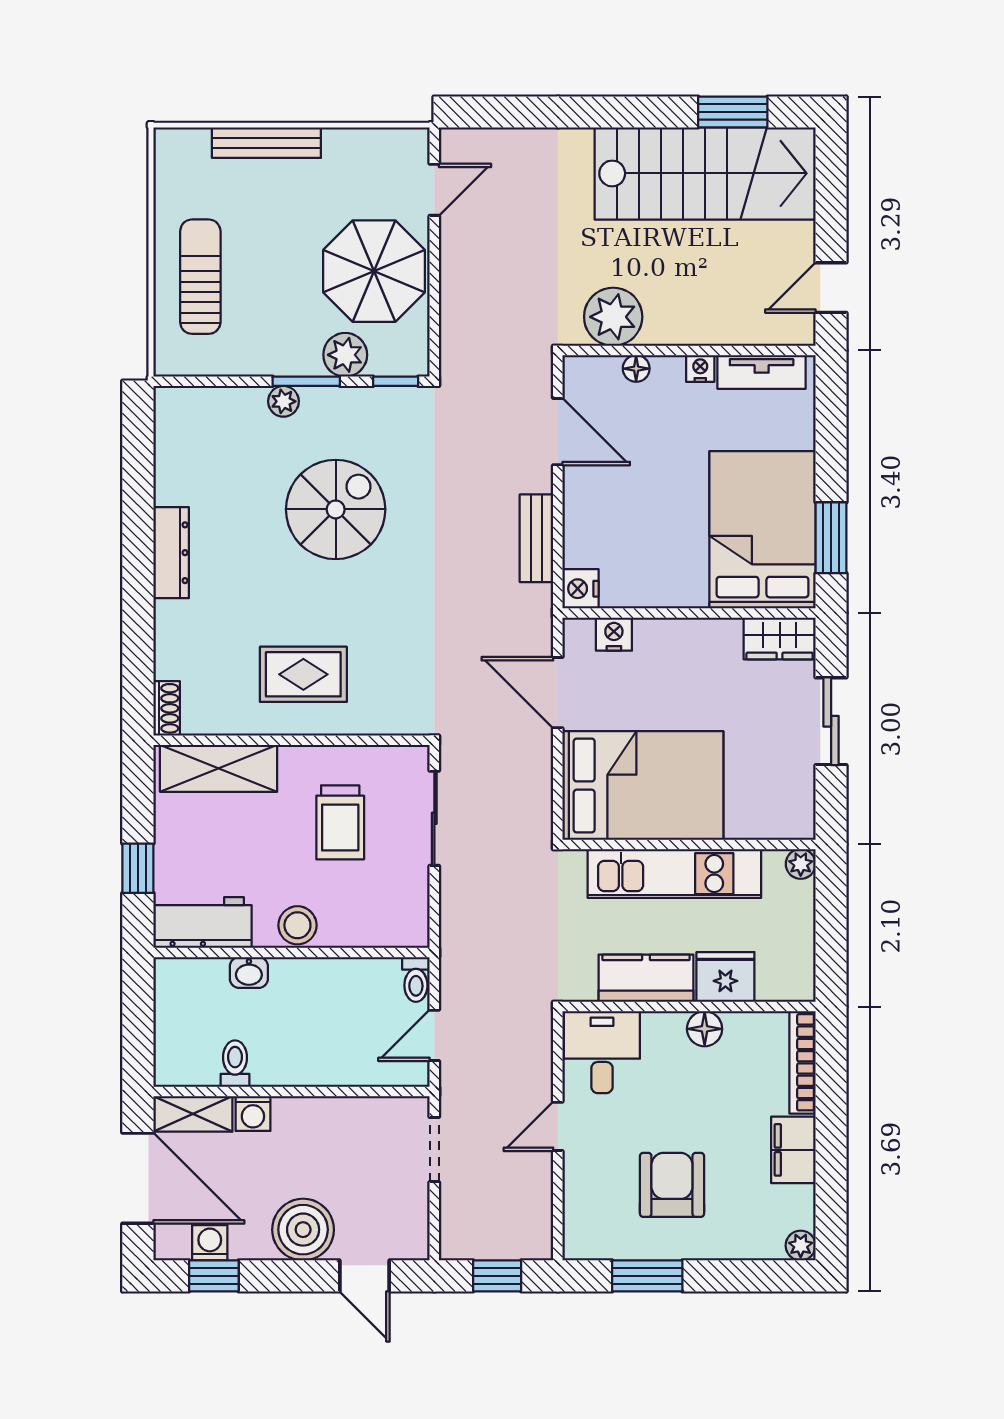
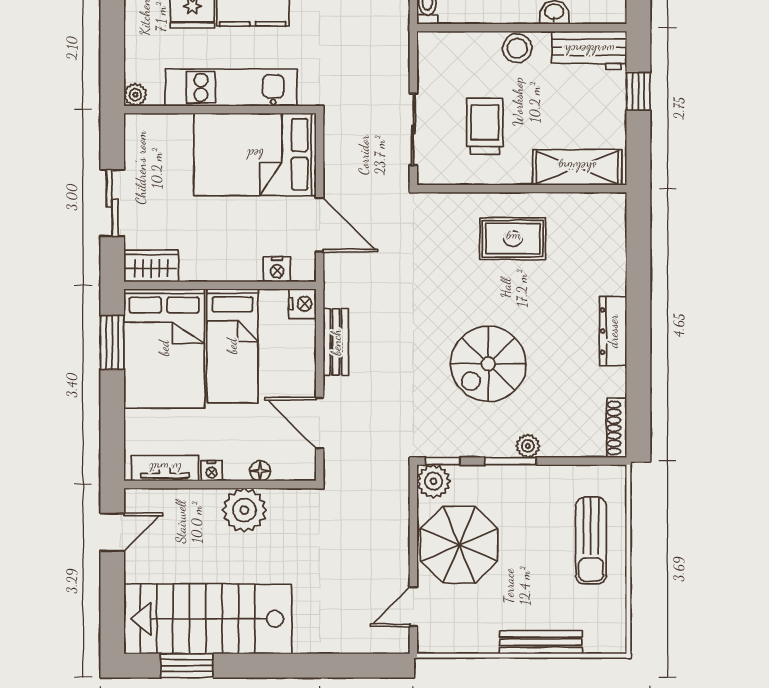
plant: (613, 317) -> (244, 510), moved
plant: (345, 355) -> (434, 481), moved
bed: (673, 533) -> (232, 346), added
shoe rack: (167, 708) -> (617, 428), moved, width x1.43

